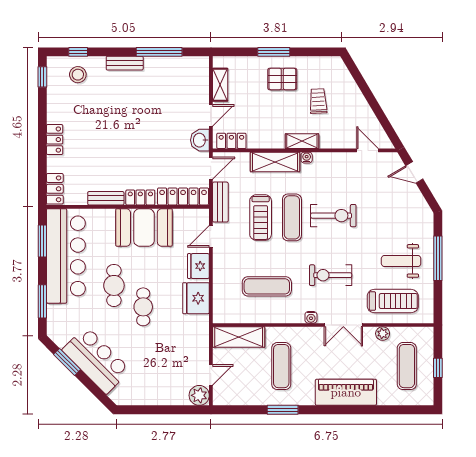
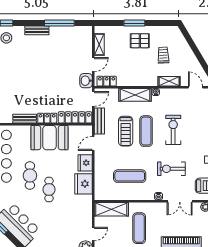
shelving: (302, 141) -> (169, 81), moved
exercise bike: (333, 216) -> (173, 130), turned -90

